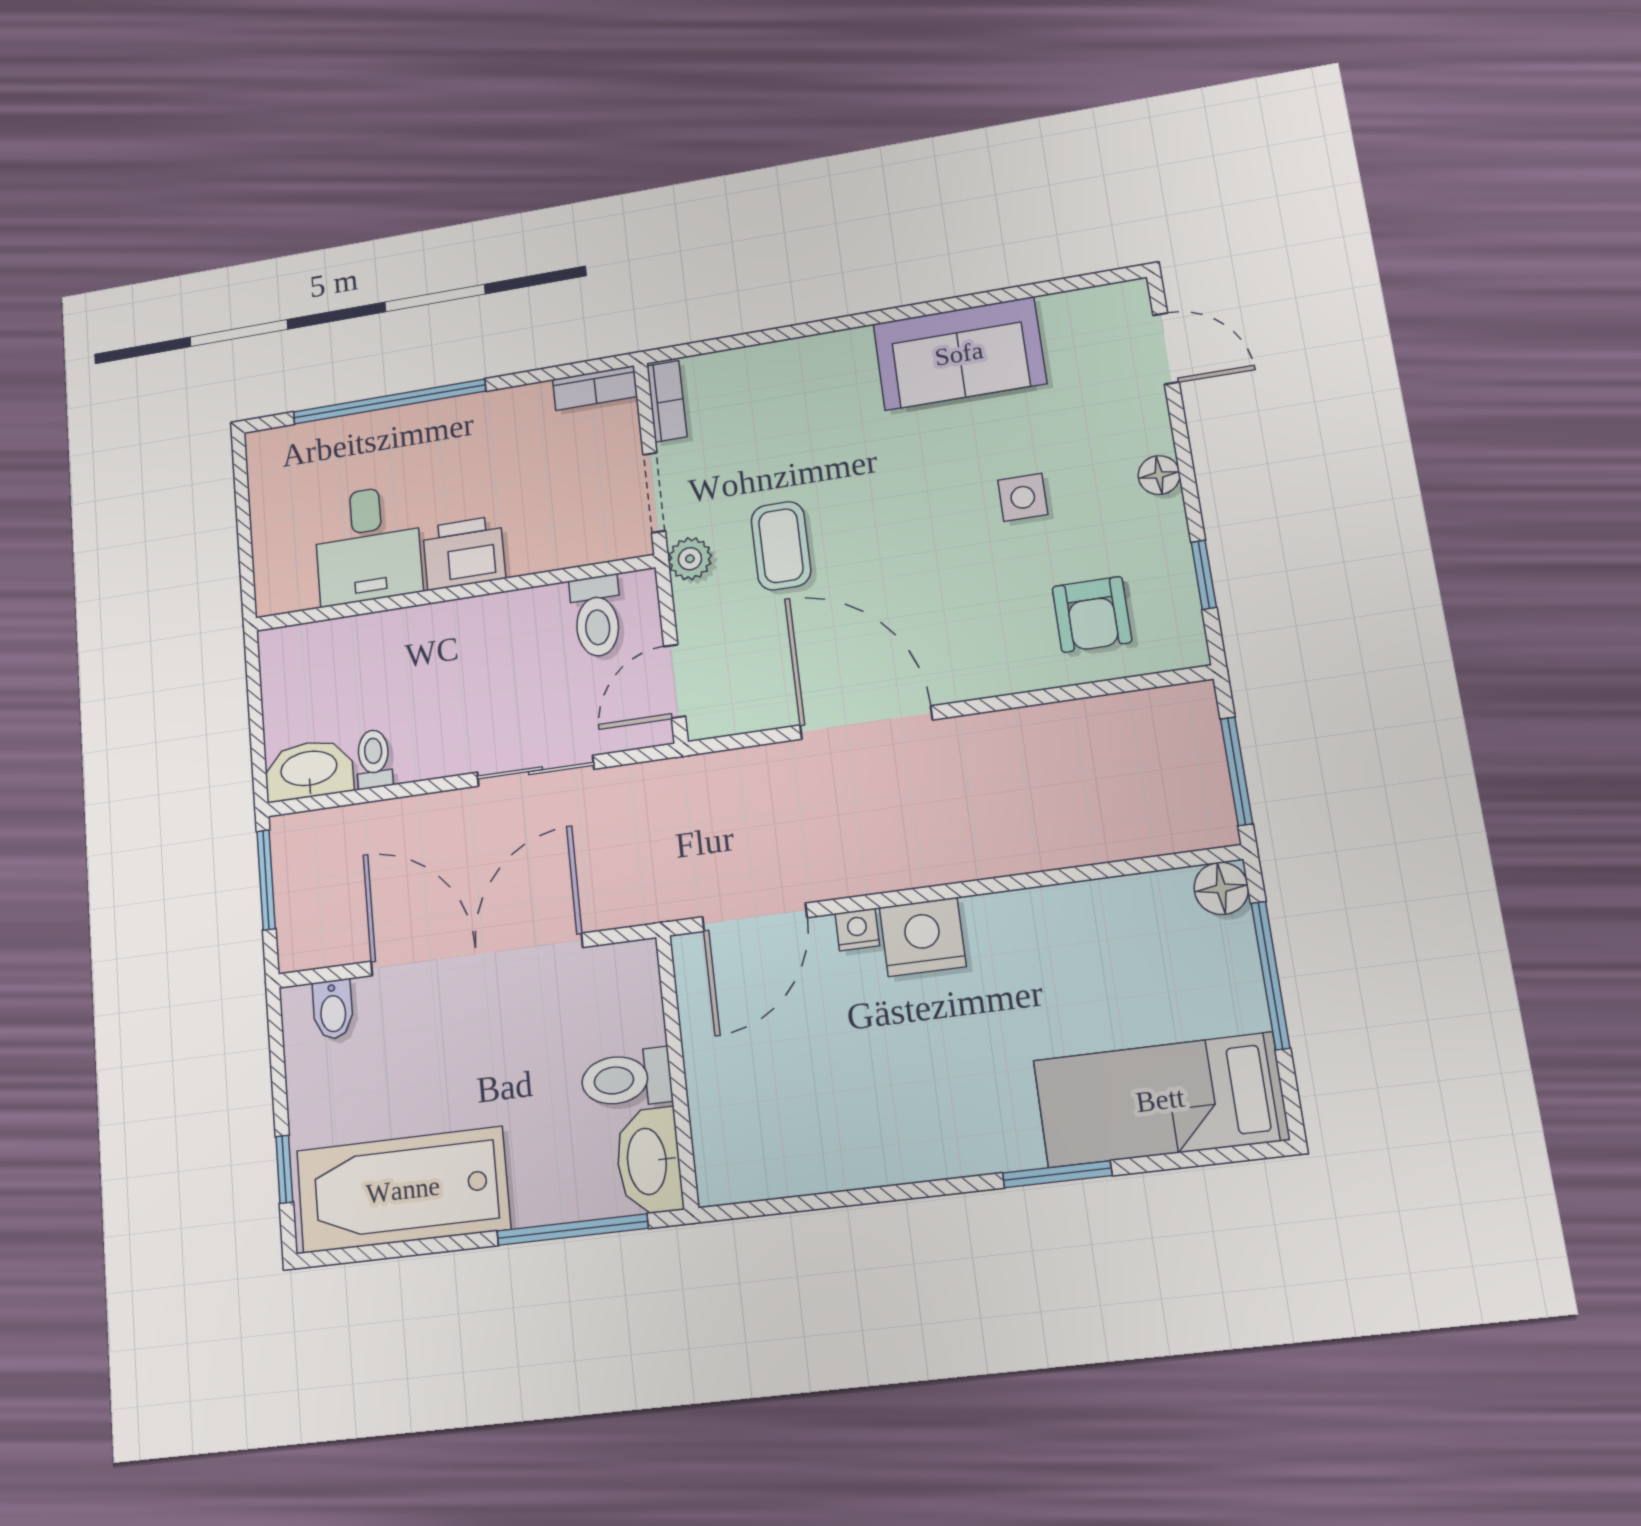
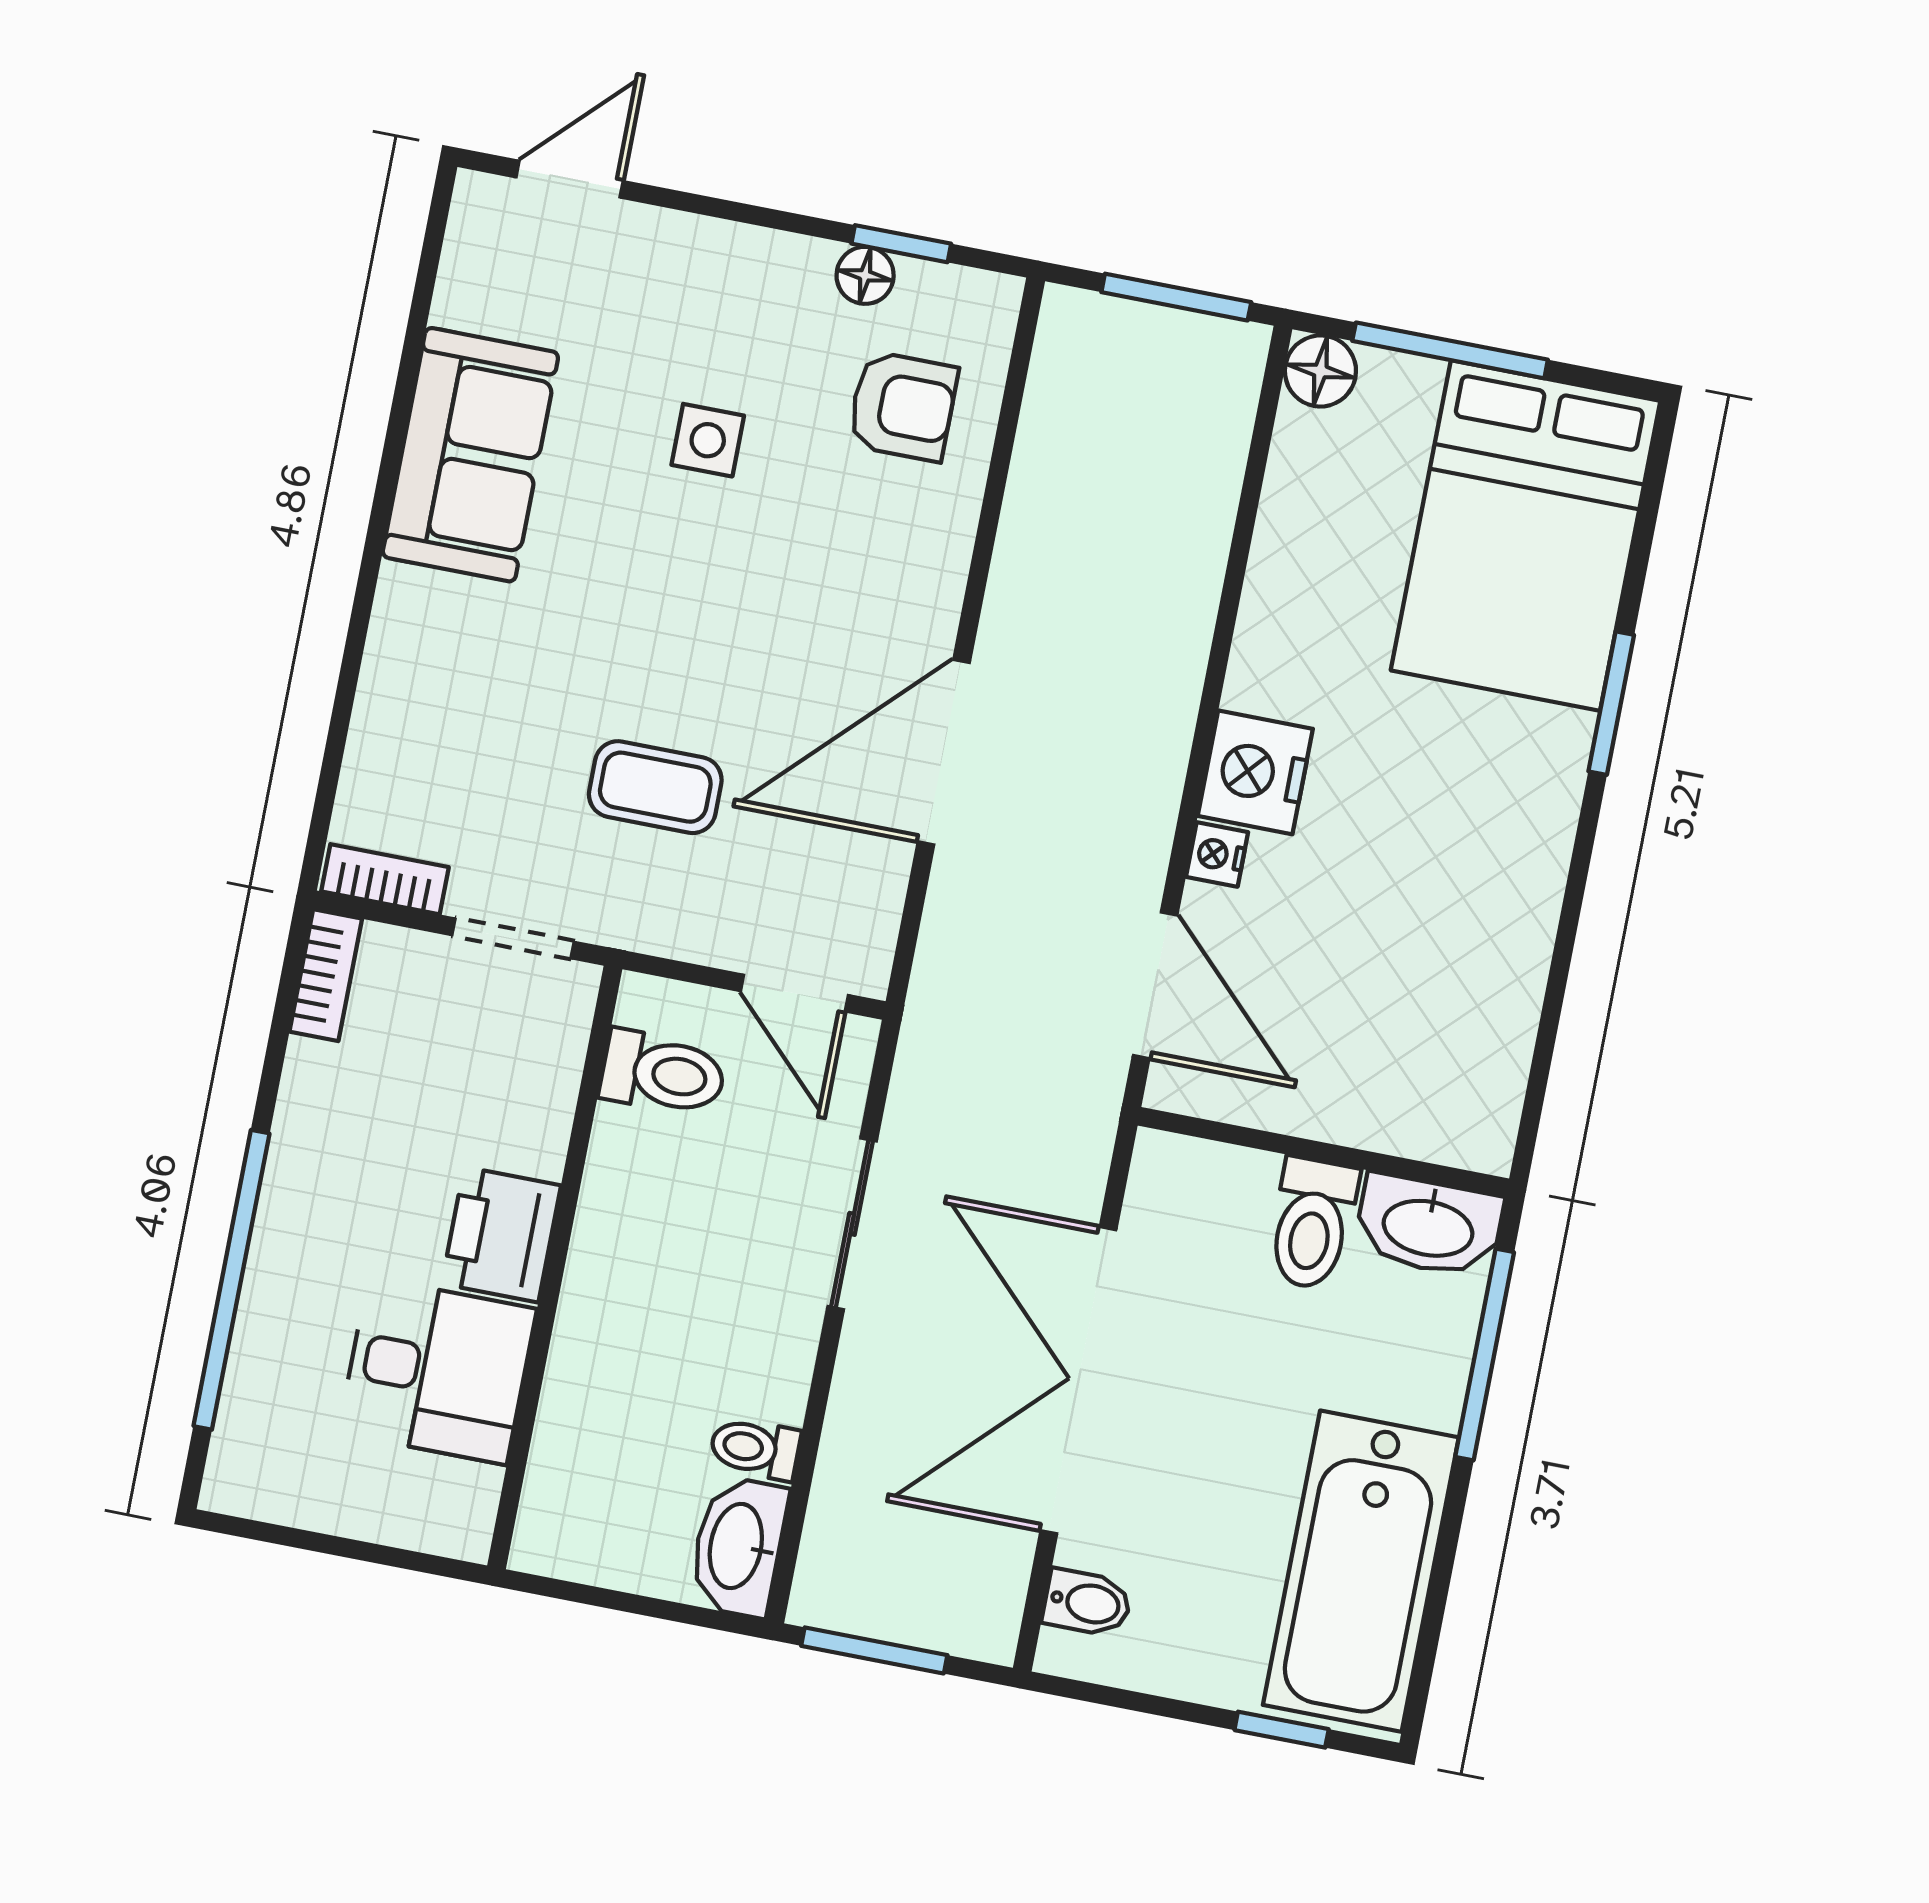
floor lamp: (1159, 475) -> (865, 275), moved
plant: (690, 559) -> (628, 918), removed
bed: (1160, 1100) -> (1525, 536), width x1.50

